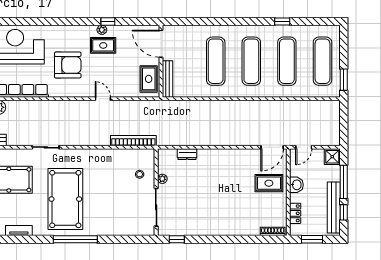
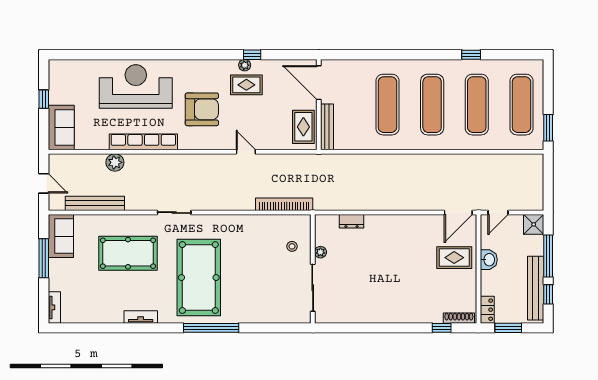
locker: (295, 213) -> (487, 310), moved
window: (177, 239) -> (442, 328), moved

